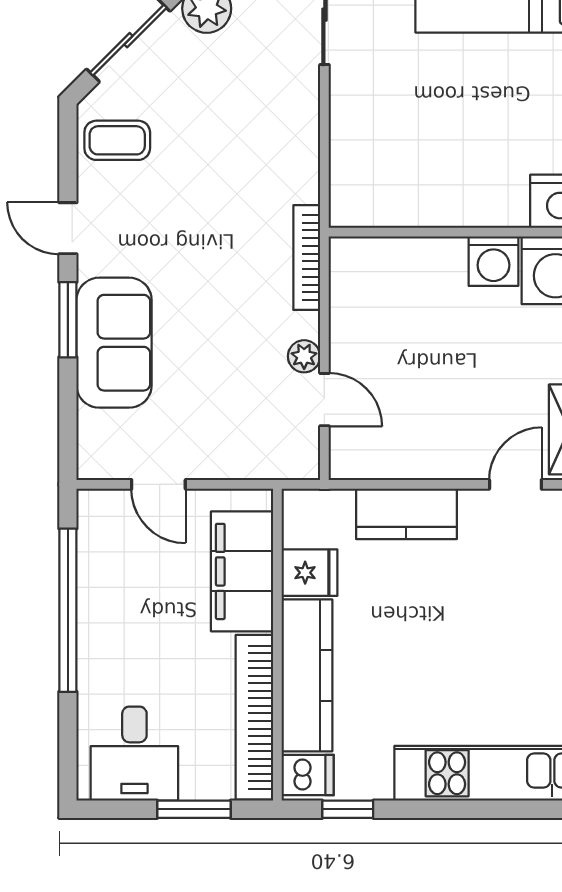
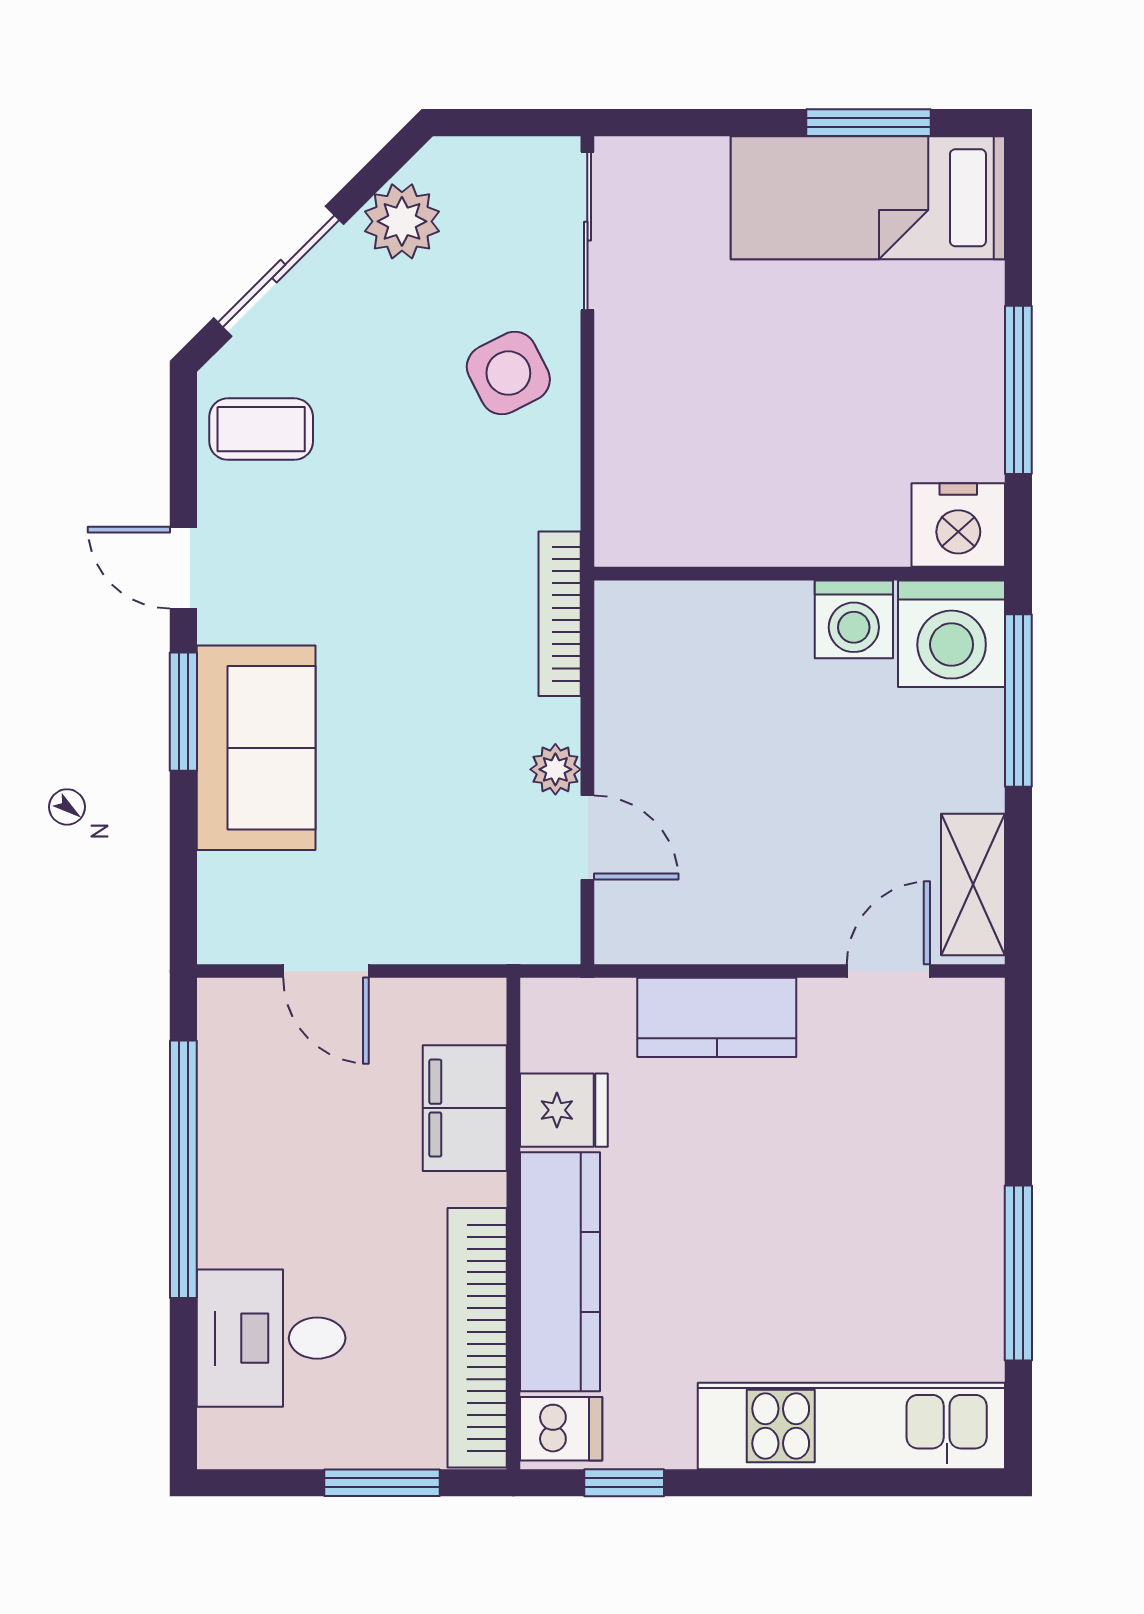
side table: (274, 105) -> (508, 373), added
filing cabinet: (242, 571) -> (465, 1108), width x0.67, depth x0.86
desk: (134, 754) -> (271, 1338), moved, turned 90

